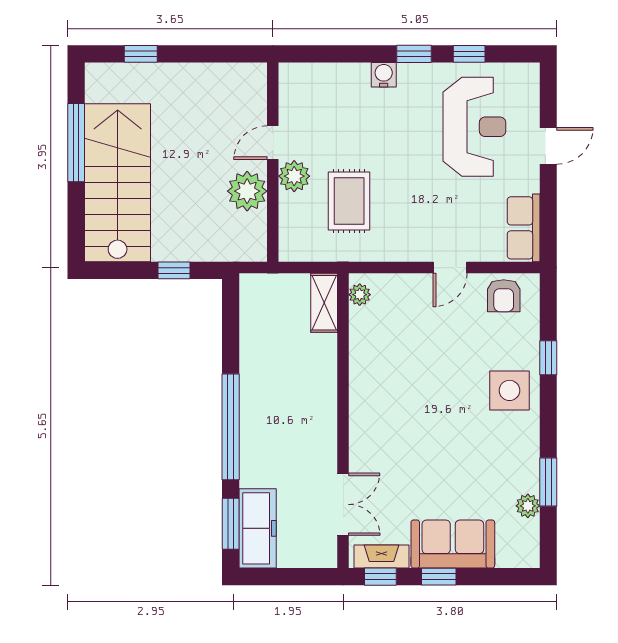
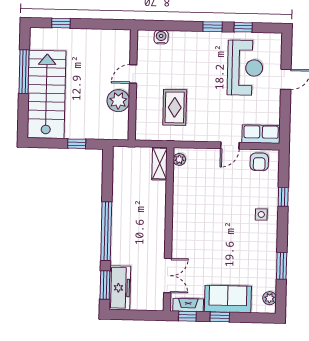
water cooler: (384, 75) -> (161, 37), moved
plant: (294, 176) -> (145, 93), removed
row of seats: (524, 228) -> (261, 134), moved, turned 90
side table: (509, 390) -> (261, 214), width x0.54, depth x0.54
plant: (528, 506) -> (270, 298), moved

